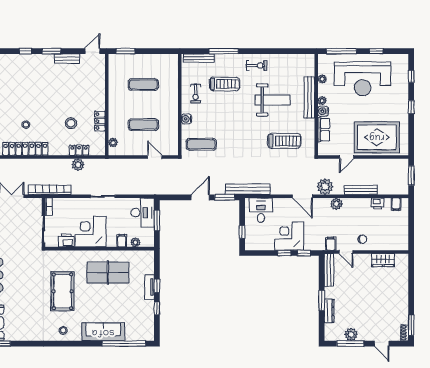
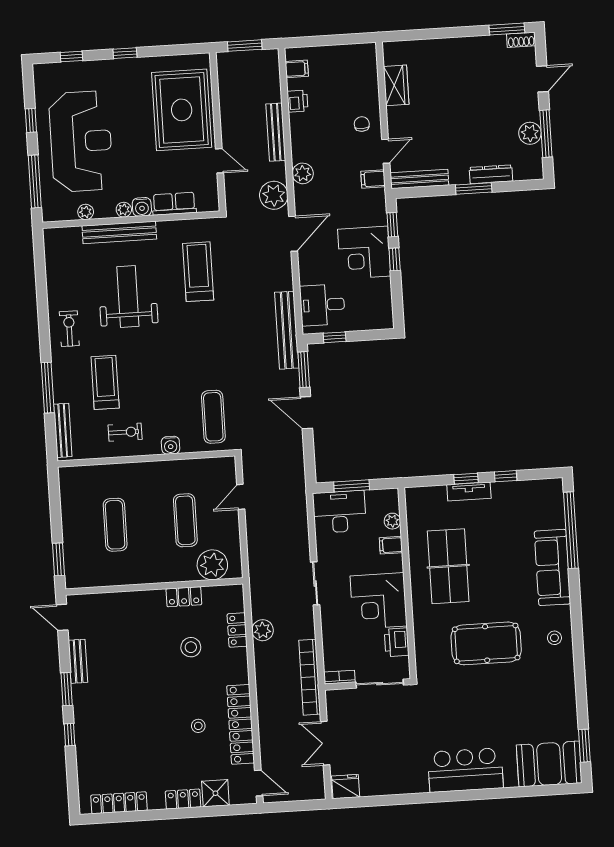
plant: (113, 142) -> (212, 565), width x1.88, depth x1.88
window: (242, 232) -> (335, 337), moved

